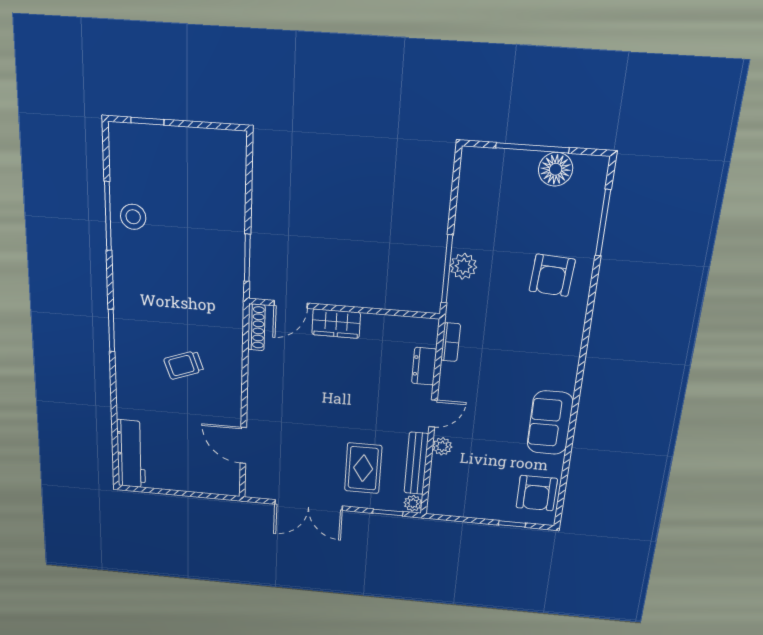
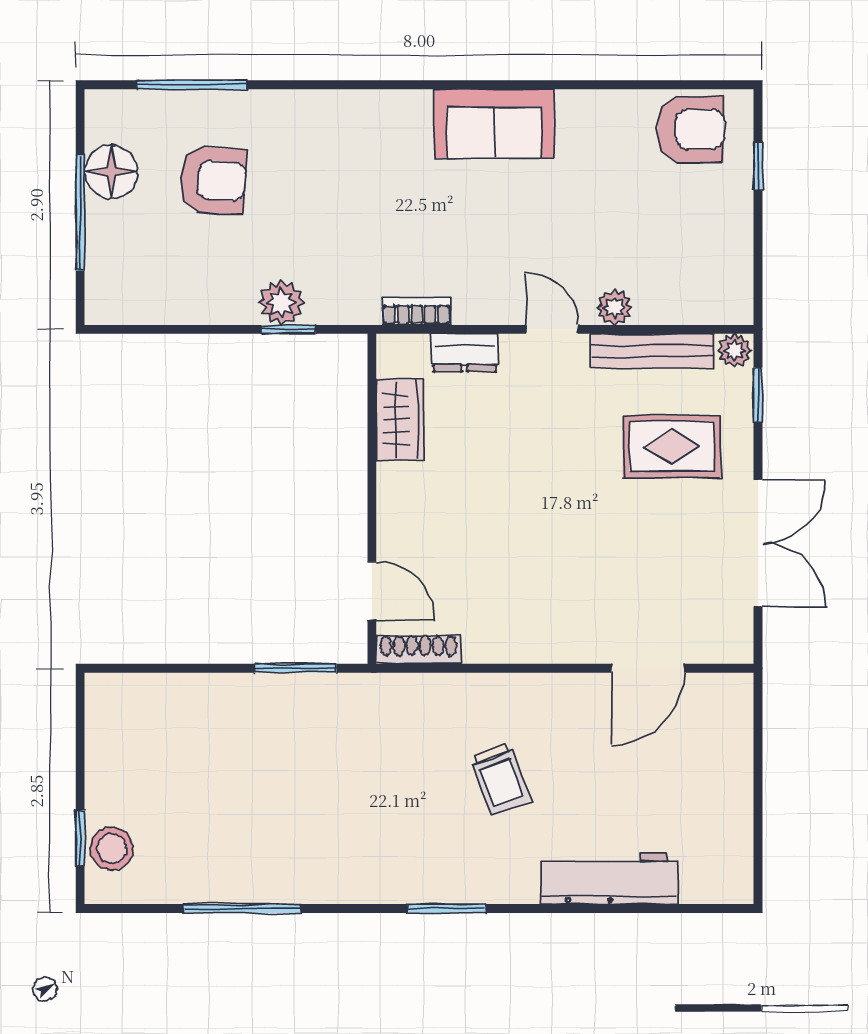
stool: (133, 217) -> (112, 849), moved
window: (447, 269) -> (289, 329), width x0.46
armchair: (552, 275) -> (213, 180), moved
wardrobe: (336, 324) -> (400, 419), moved
sofa: (550, 423) -> (494, 124), moved
workbench: (131, 454) -> (610, 879), moved

